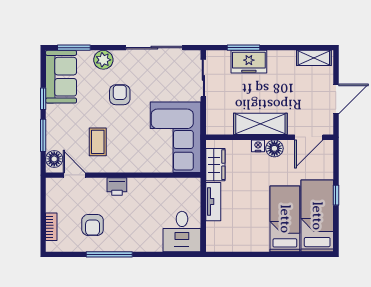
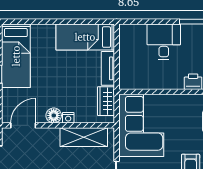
shelving: (260, 124) -> (84, 137), moved
bed: (285, 219) -> (85, 37), moved, turned 90
desk: (182, 232) -> (164, 42), moved

